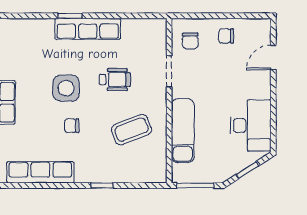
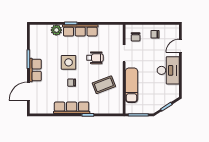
plant: (43, 28) -> (56, 30), added
desk: (251, 125) -> (168, 70), moved
row of seats: (40, 172) -> (72, 108), moved

